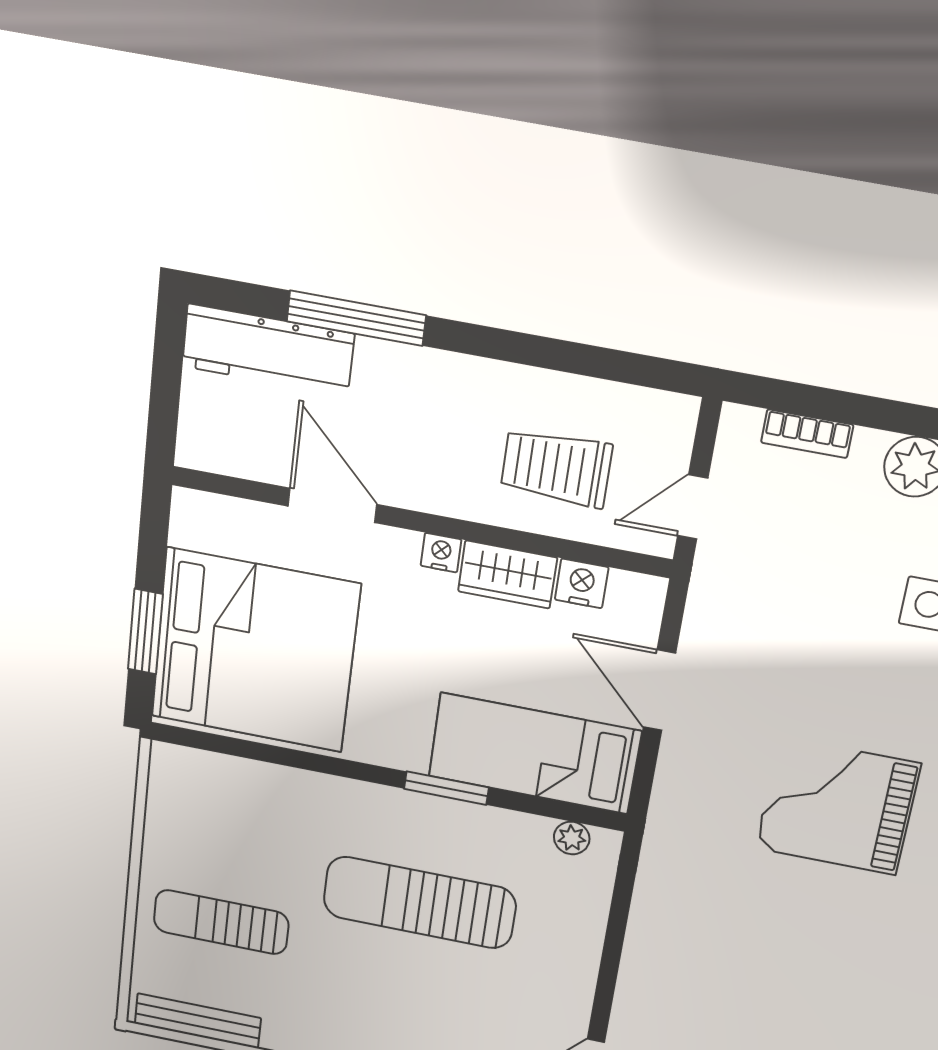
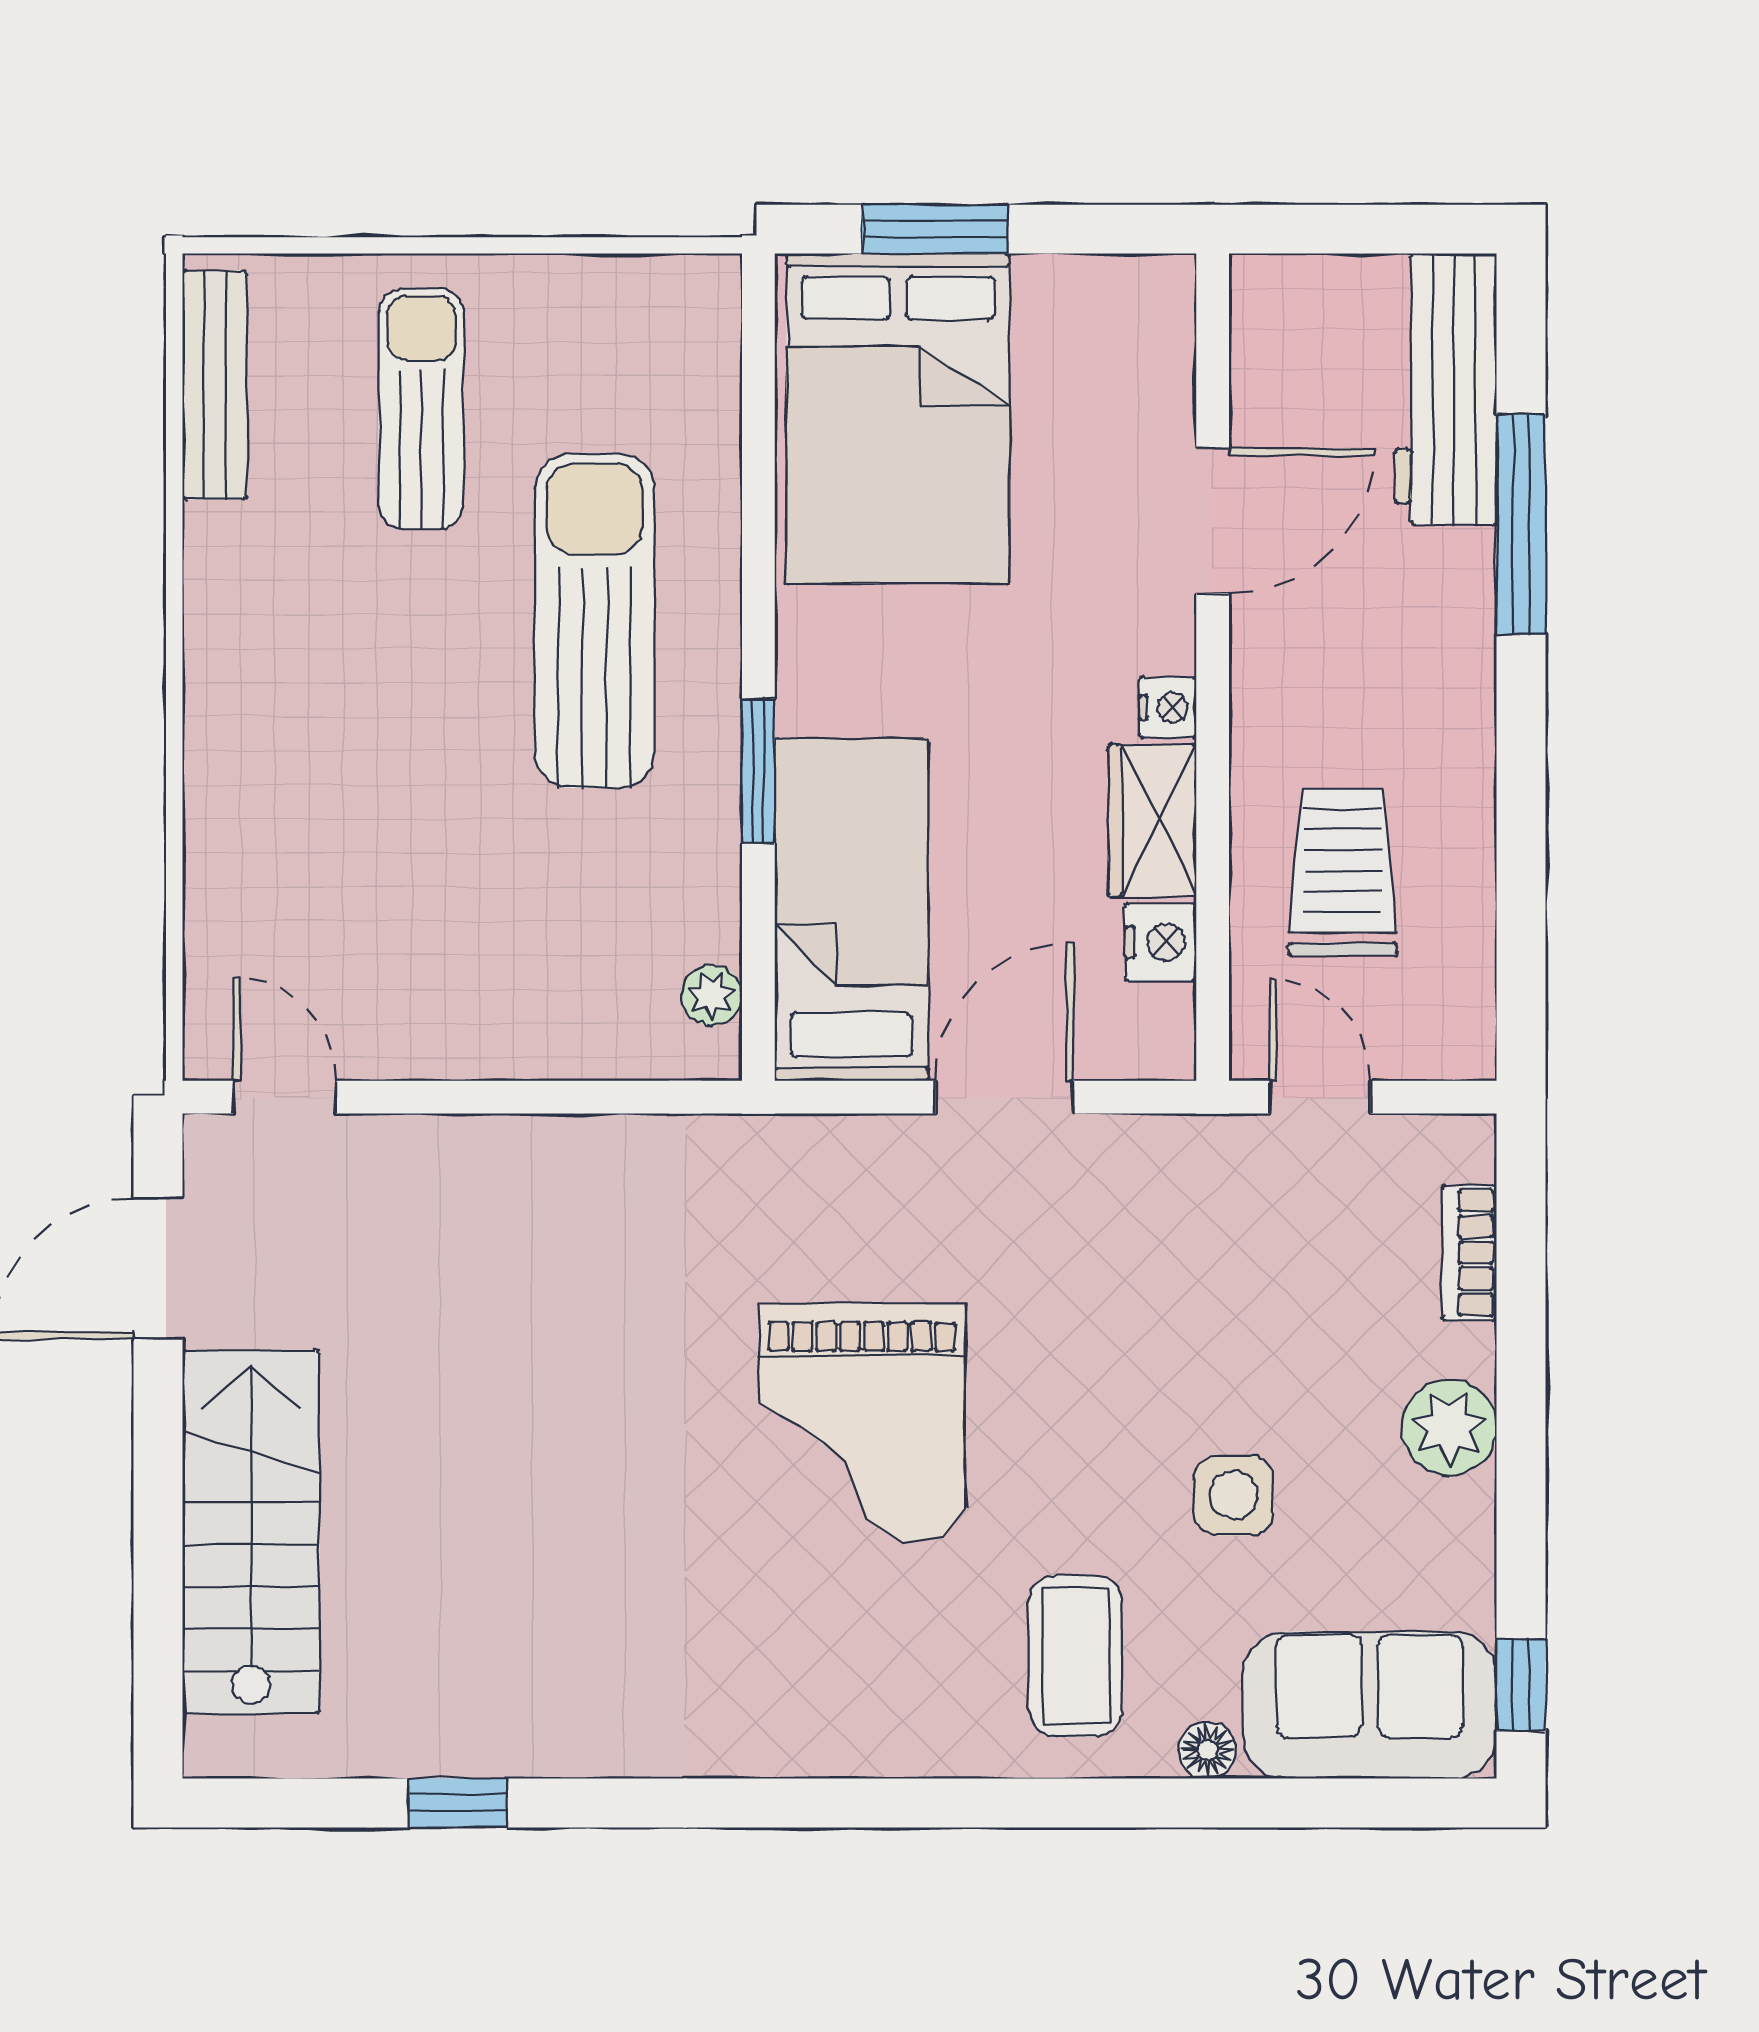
bed: (255, 651) -> (898, 419), width x0.73
grand piano: (837, 806) -> (862, 1422), turned 180
sun lounger: (420, 903) -> (595, 621), moved

